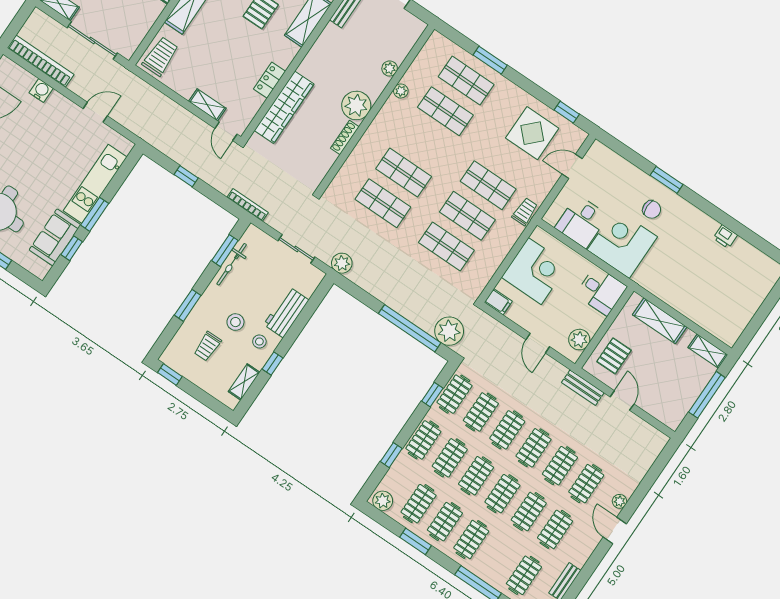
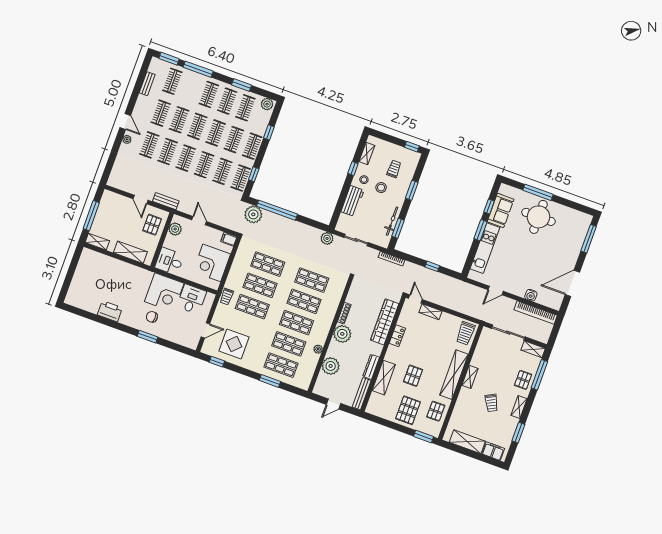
dresser: (324, 42) -> (371, 367), added
plant: (390, 68) -> (331, 366), width x1.88, depth x1.88
shop shelf: (424, 142) -> (296, 323), added
printer: (725, 237) -> (110, 311), width x1.87, depth x1.48

